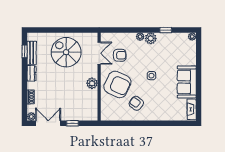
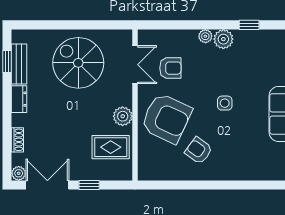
rug: (85, 101) -> (111, 147), added

